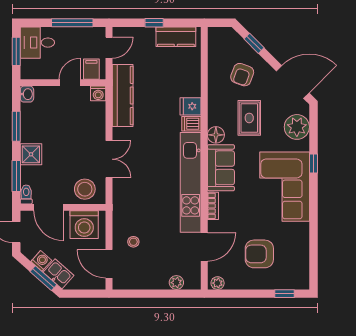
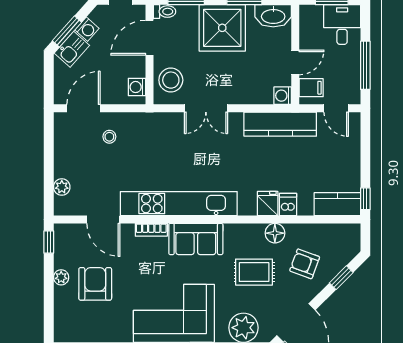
window: (154, 23) -> (365, 199), moved
kitchen counter: (176, 37) -> (337, 204), moved, turned 90
door: (70, 83) -> (295, 62), hinge flipped
washbasin: (27, 94) -> (273, 16), width x1.91, depth x1.45
dishwasher: (191, 124) -> (288, 205), moved
floor lamp: (216, 135) -> (275, 233), moved
shower: (31, 154) -> (222, 28), width x1.86, depth x1.86
washing machine: (84, 225) -> (137, 87), width x0.53, depth x0.53
plant: (218, 283) -> (61, 277), moved
window: (285, 294) -> (49, 242), moved

